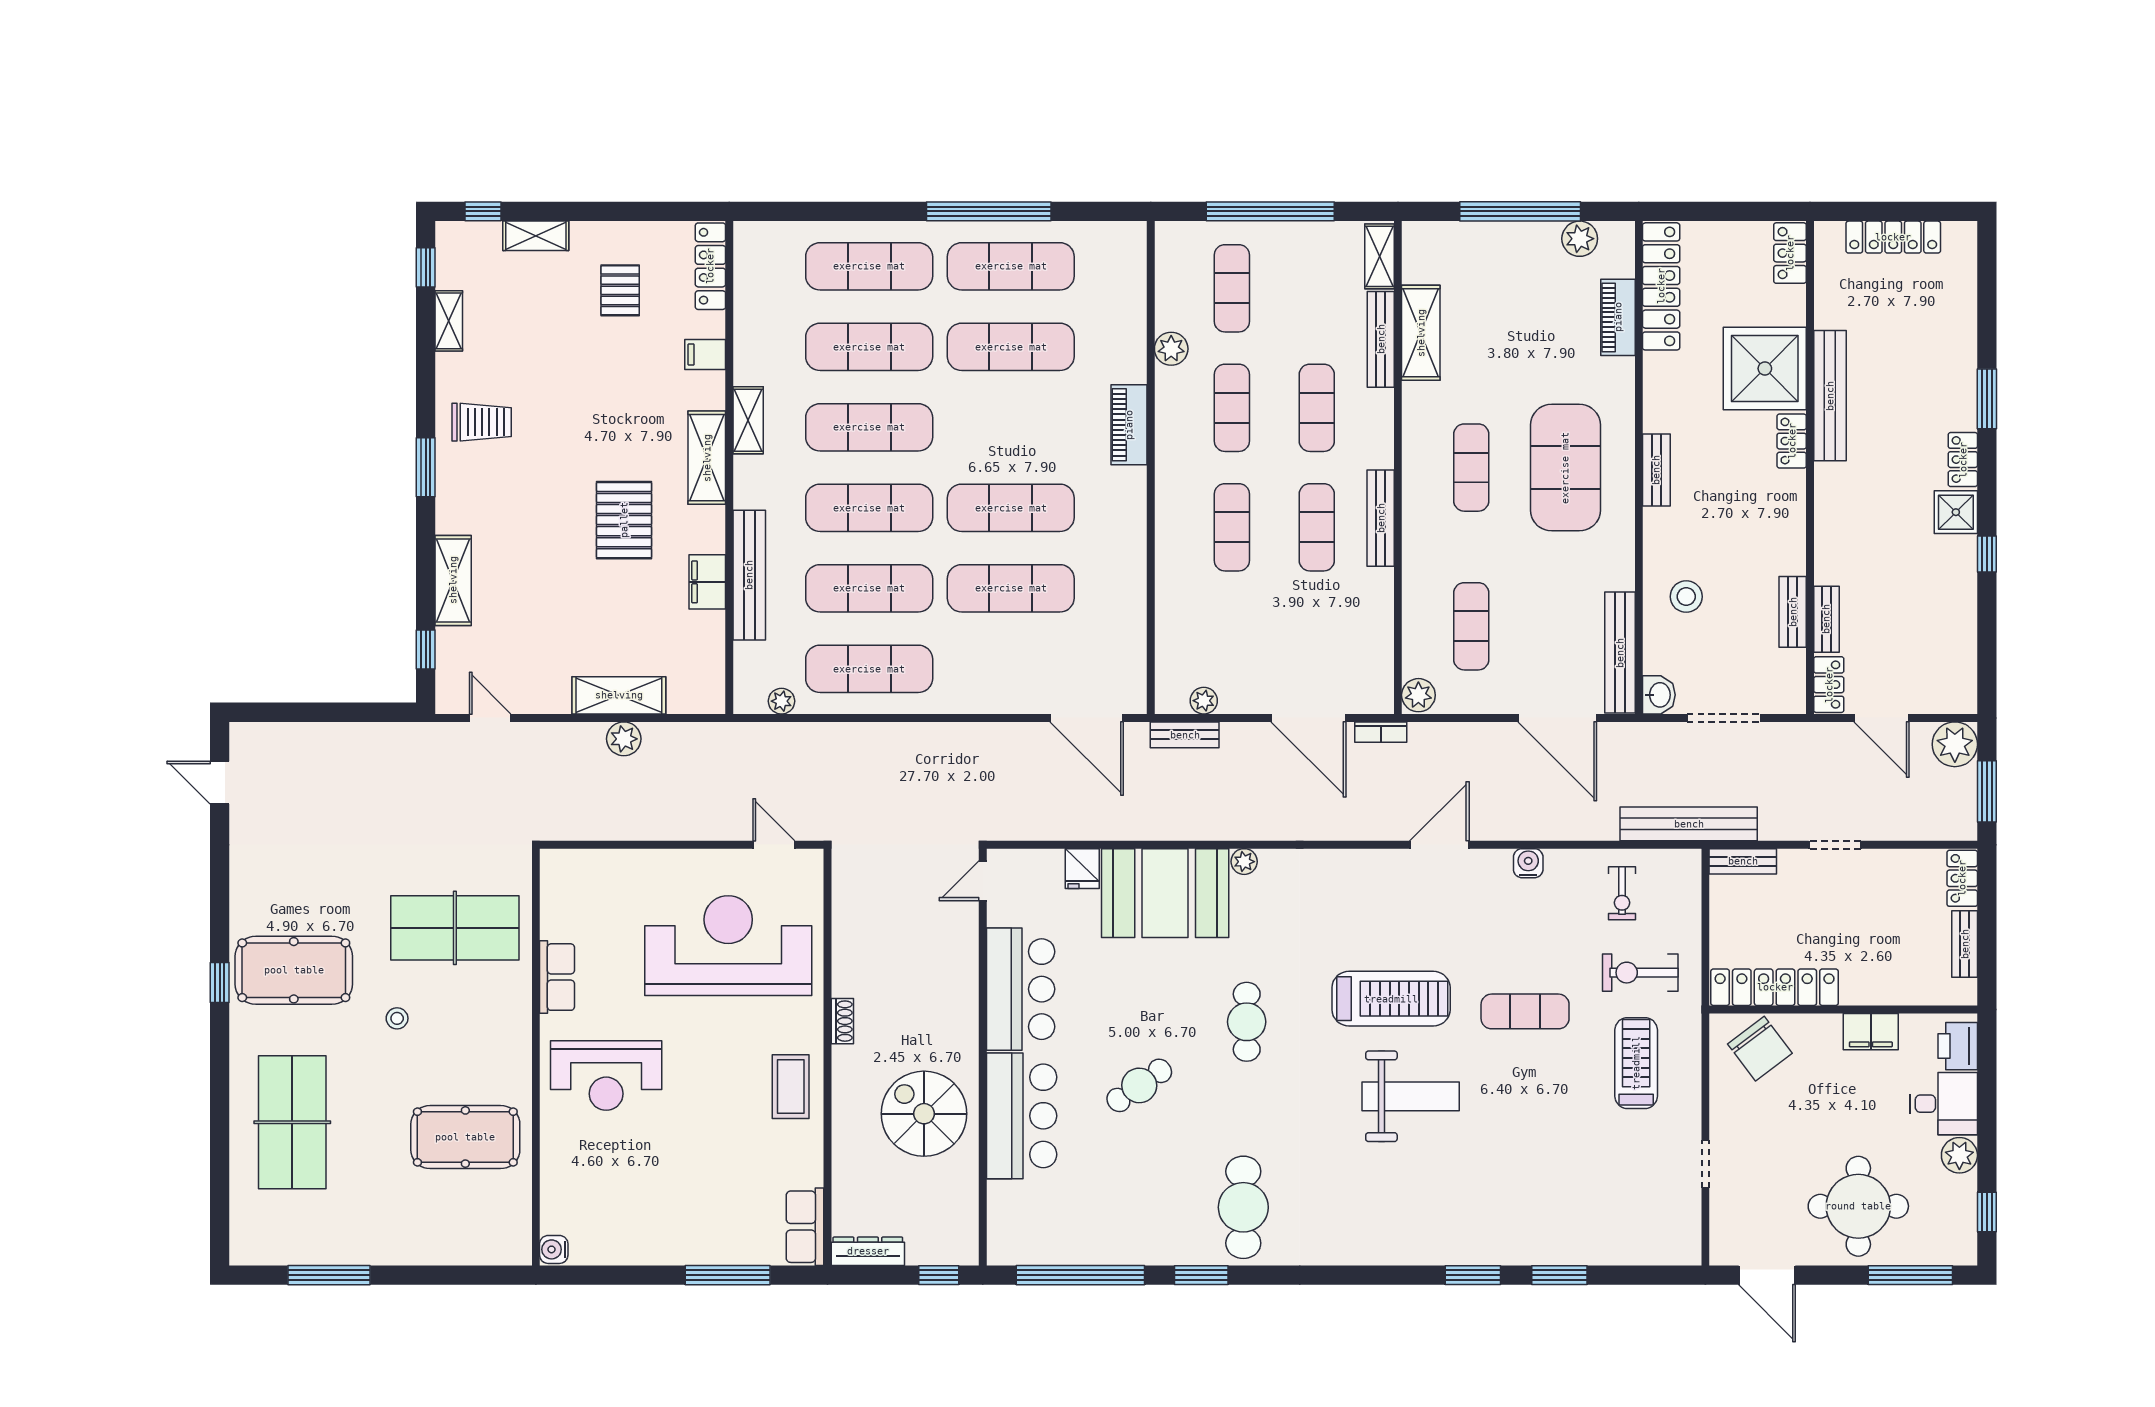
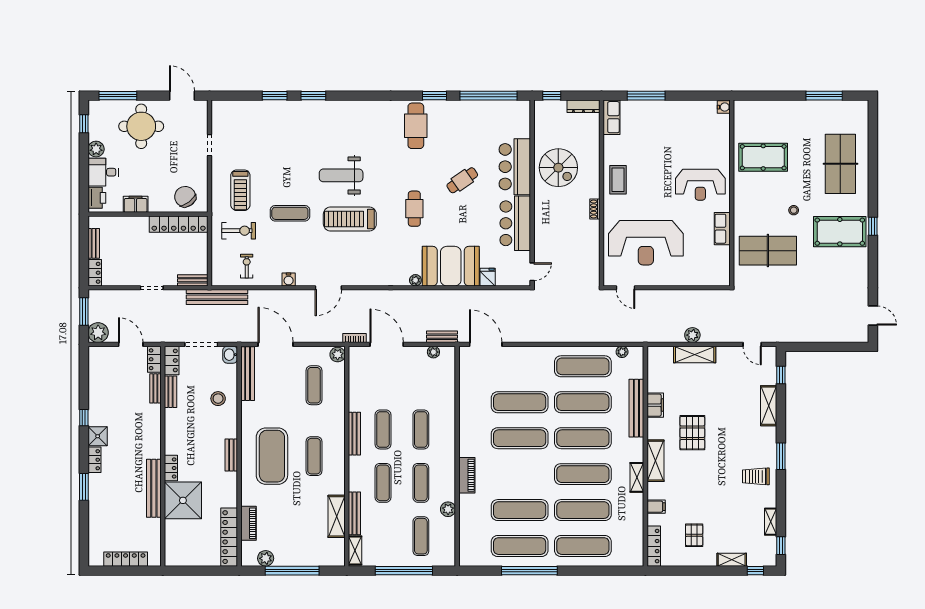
locker: (1790, 253) -> (172, 360), moved
reception desk: (606, 1076) -> (700, 185), turned 180

